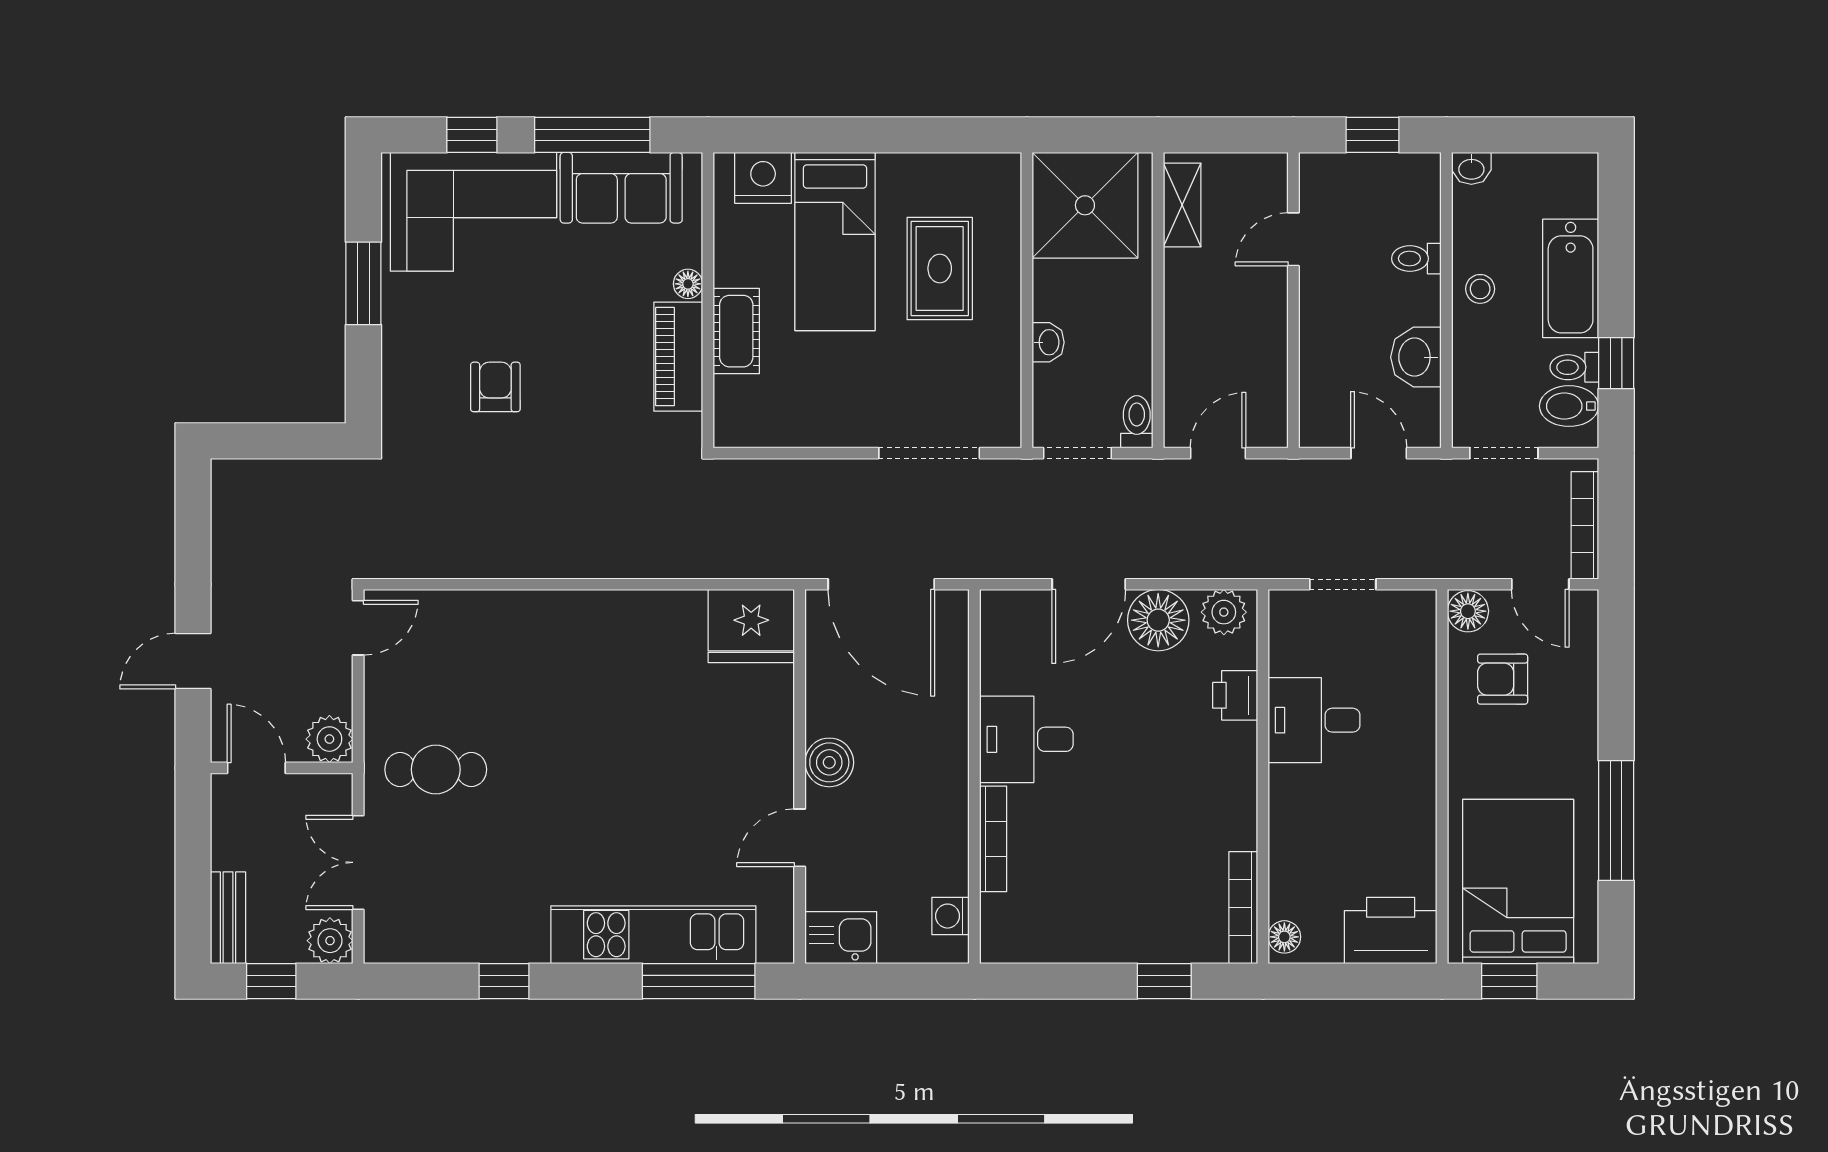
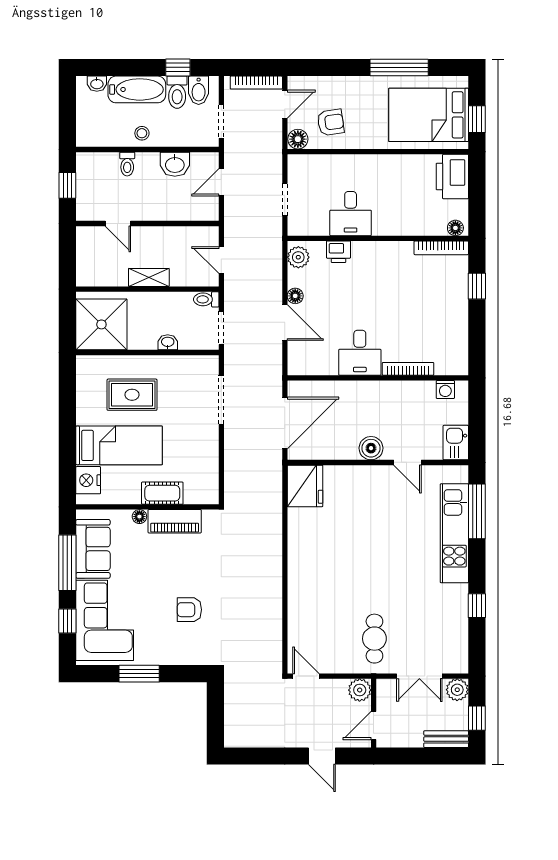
washbasin: (1471, 168) -> (97, 84), moved, turned 90
shelving: (1182, 205) -> (149, 277), moved
toilet: (1574, 367) -> (177, 92), width x1.37, depth x1.39
floor lamp: (1158, 620) -> (295, 296), width x0.53, depth x0.53
armchair: (1503, 679) -> (331, 122), turned -98

